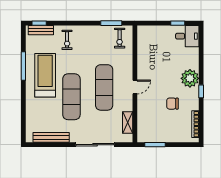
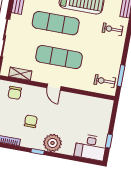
desk: (187, 36) -> (90, 147), width x1.37
chair: (147, 125) -> (15, 93), added

